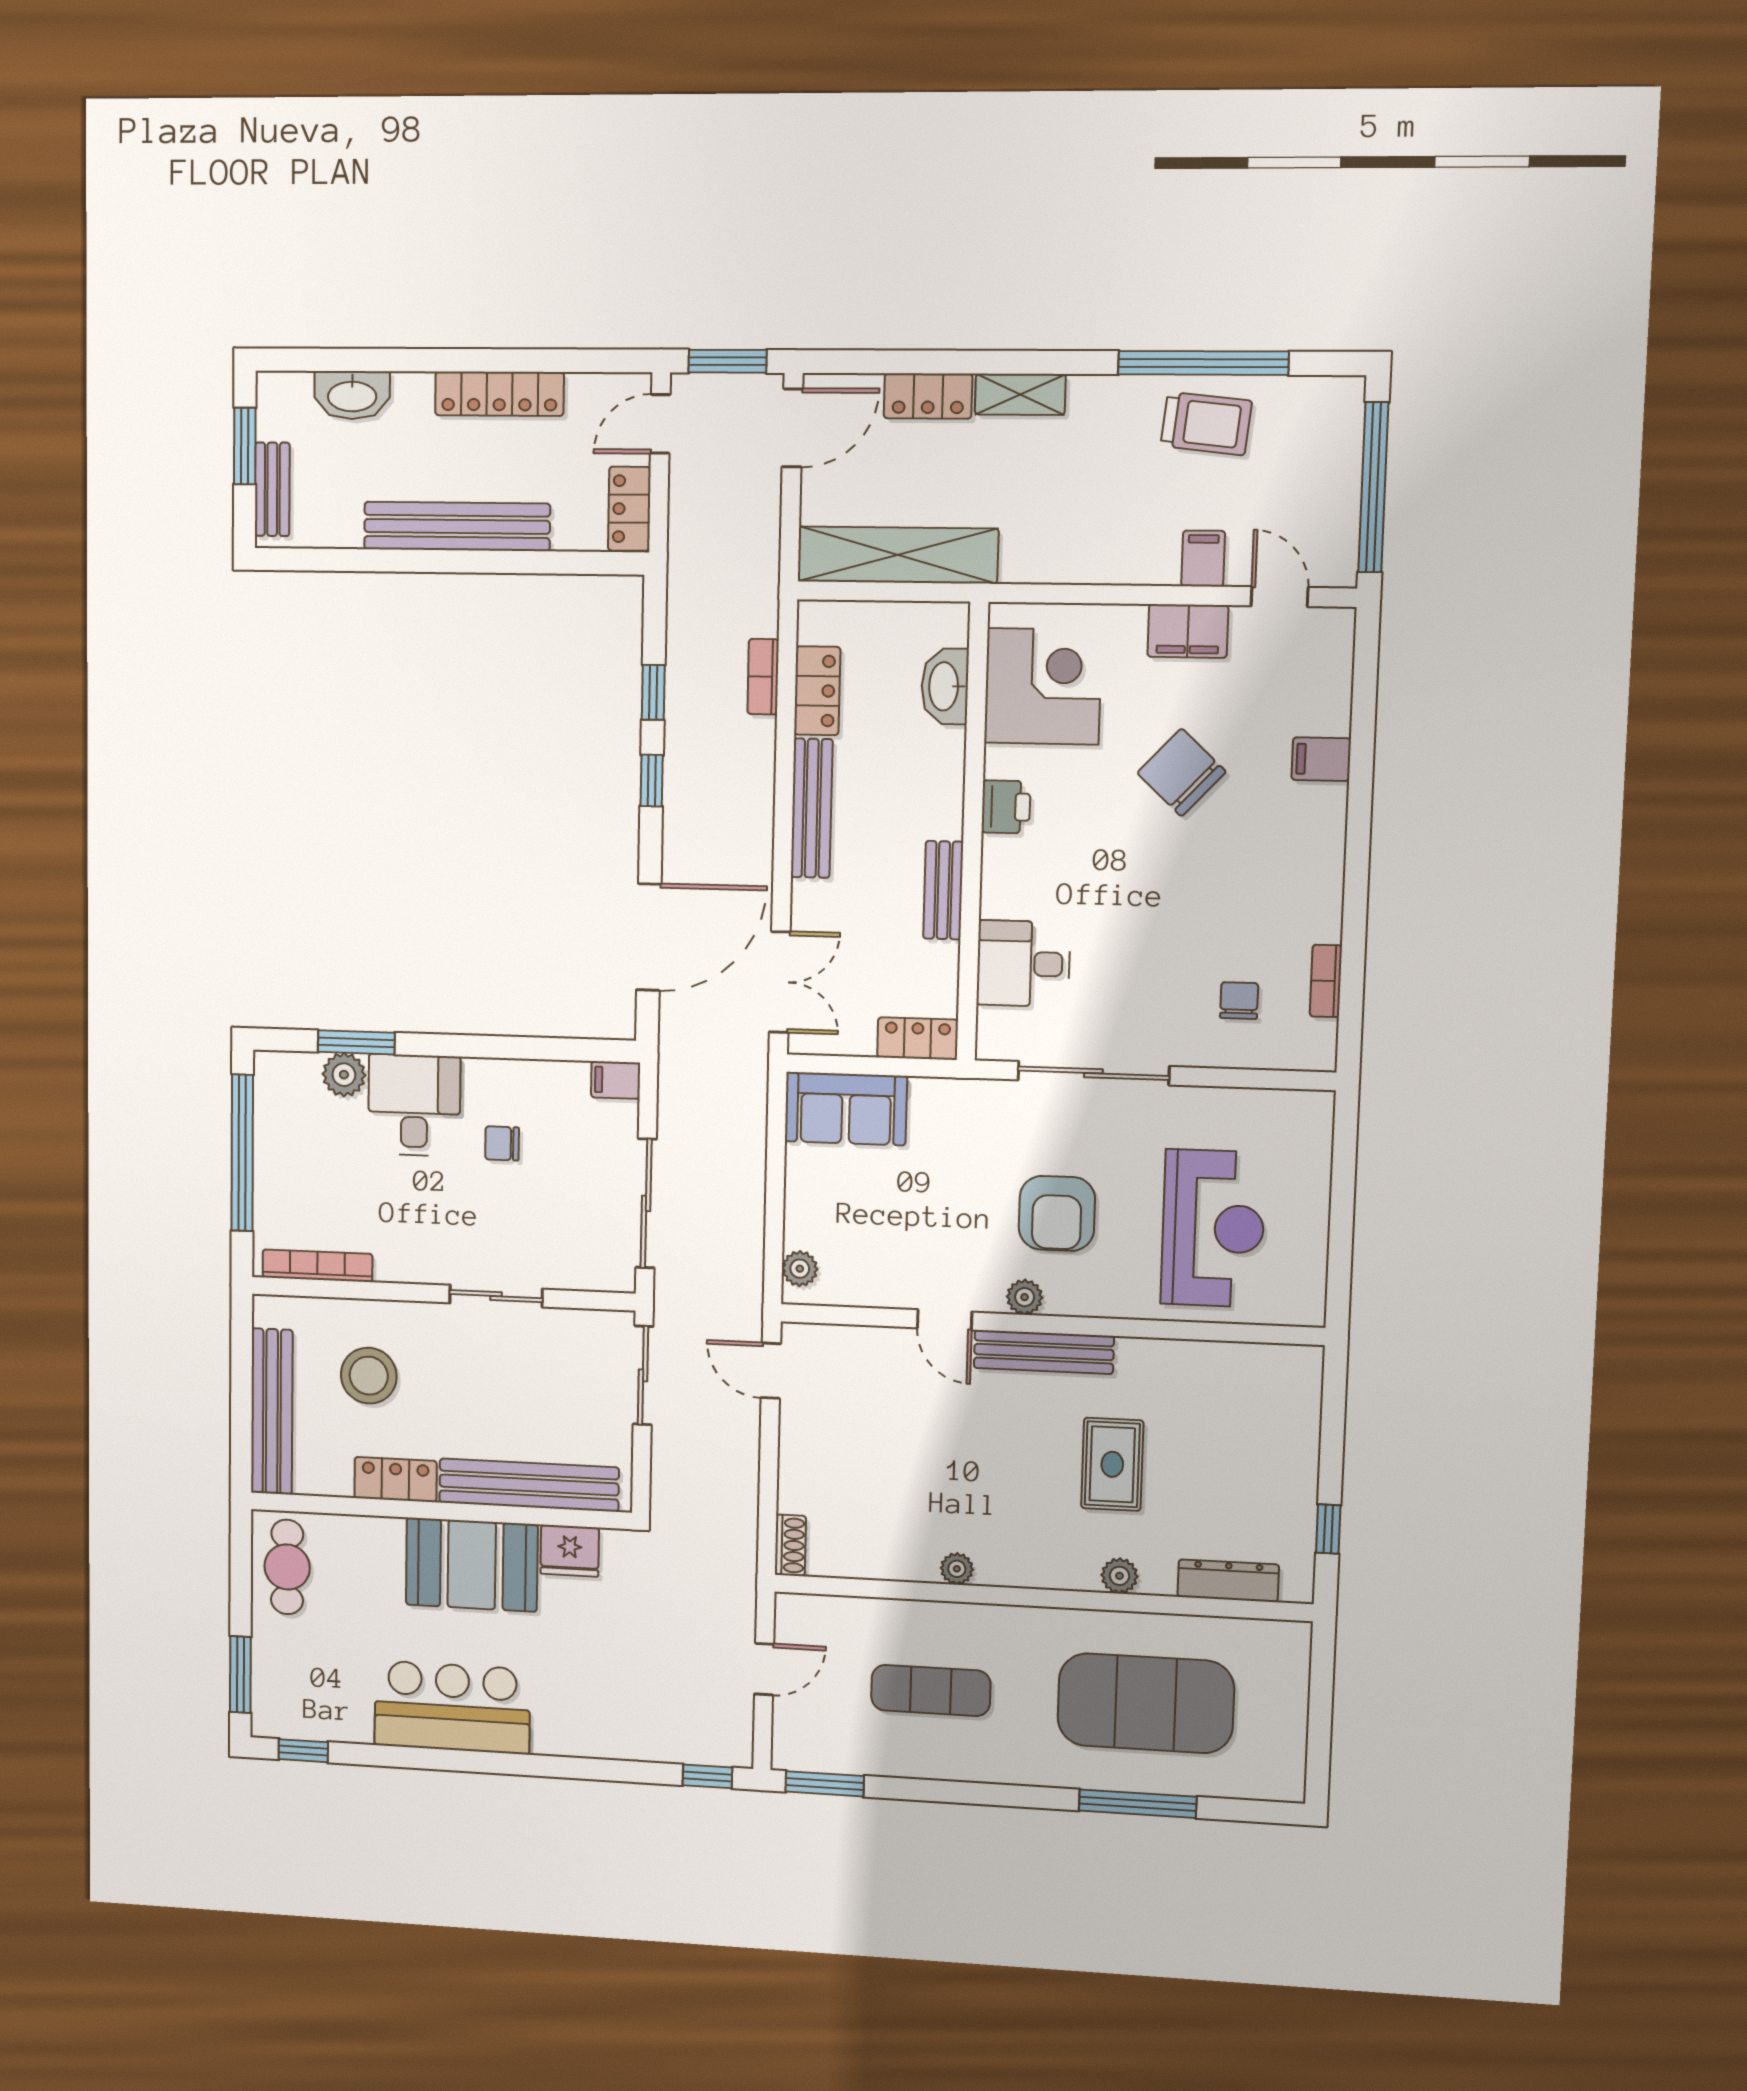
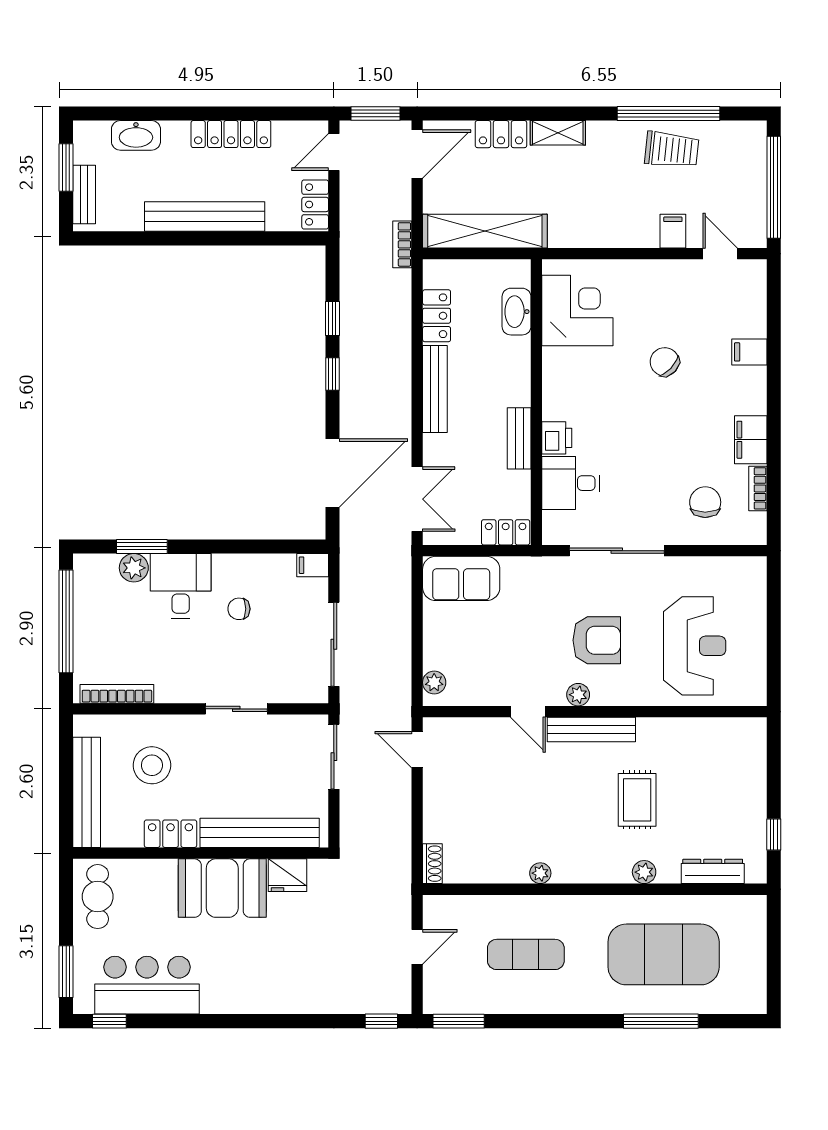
filing cabinet: (1188, 631) -> (751, 440), moved, turned 90
bookcase: (763, 677) -> (402, 244), moved
chair: (1181, 772) -> (665, 362), width x0.73, depth x0.73
printer: (1006, 807) -> (557, 438), moved
chair: (1239, 1001) -> (705, 502), width x1.37, depth x1.37
armchair: (1057, 1213) -> (597, 640), turned -90
bar counter: (452, 1707) -> (147, 985), moved

